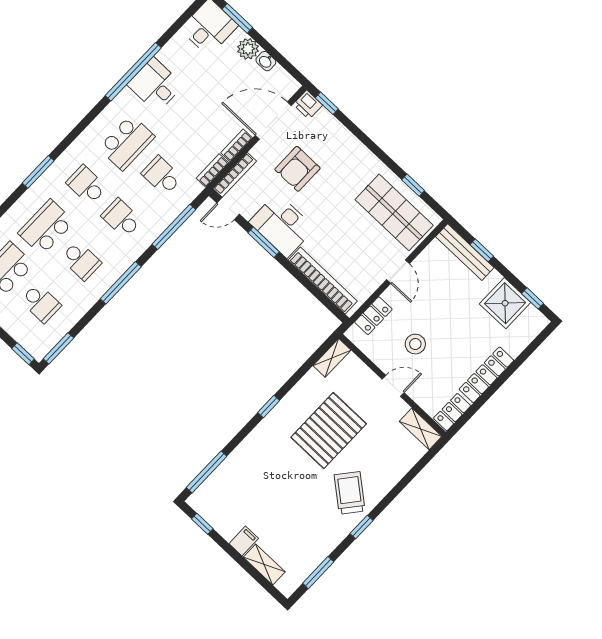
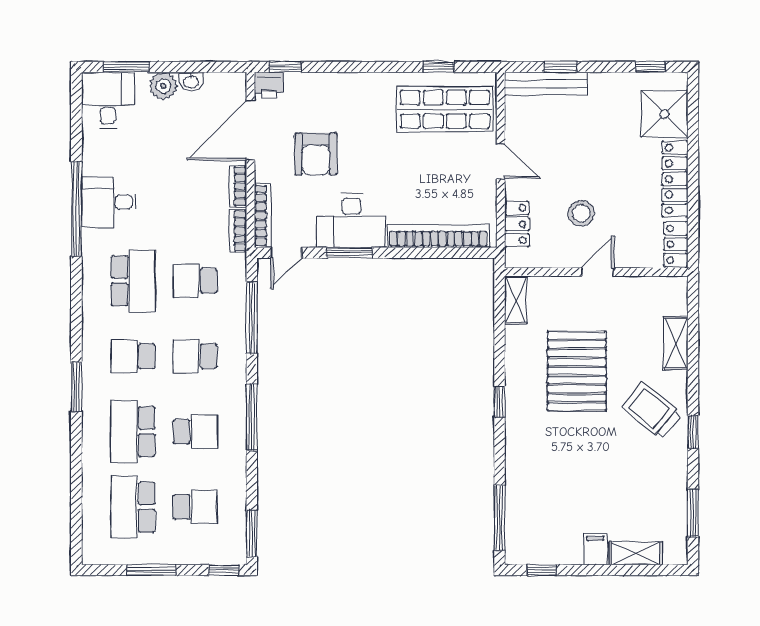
shower: (505, 303) -> (664, 114), moved
shelving: (421, 429) -> (676, 343), moved, turned 90

